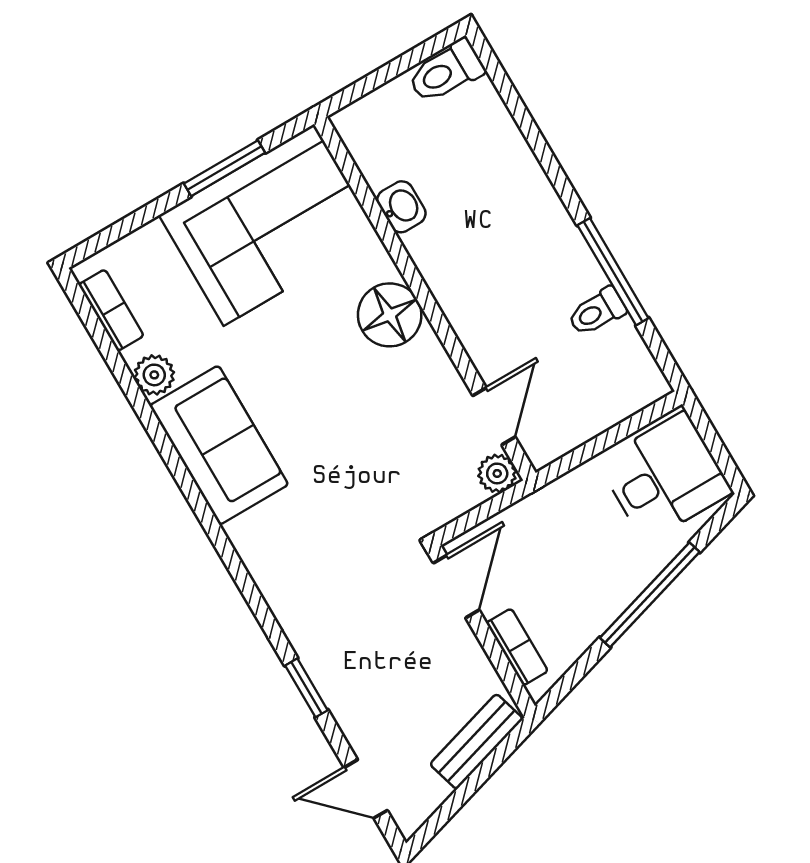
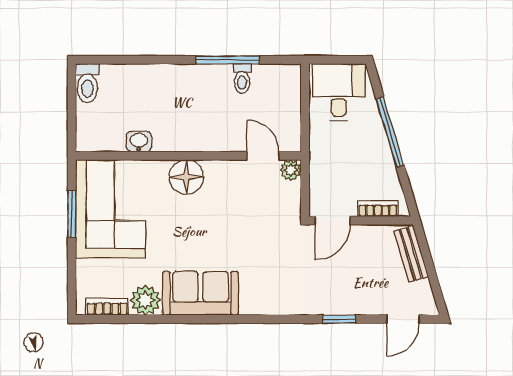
plant: (154, 375) -> (146, 300), width x1.38, depth x1.38
door: (456, 587) -> (333, 221), swing flipped

